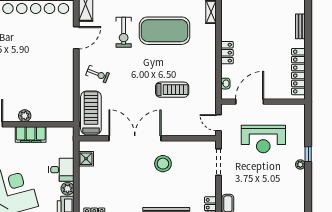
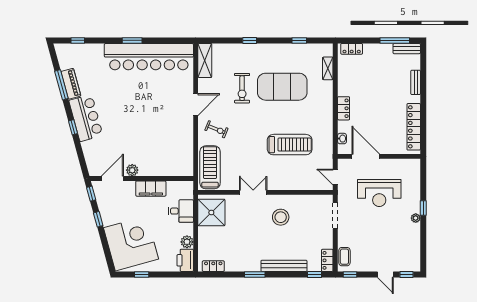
door: (76, 38) -> (196, 105), moved
treadmill: (172, 90) -> (290, 145), width x1.37, depth x1.38
door: (250, 102) -> (366, 156), hinge flipped
plant: (25, 116) -> (132, 170), moved
double door: (135, 138) -> (253, 192), width x0.54
shower: (86, 159) -> (211, 212), width x1.86, depth x1.86
desk: (61, 170) -> (181, 211), moved

